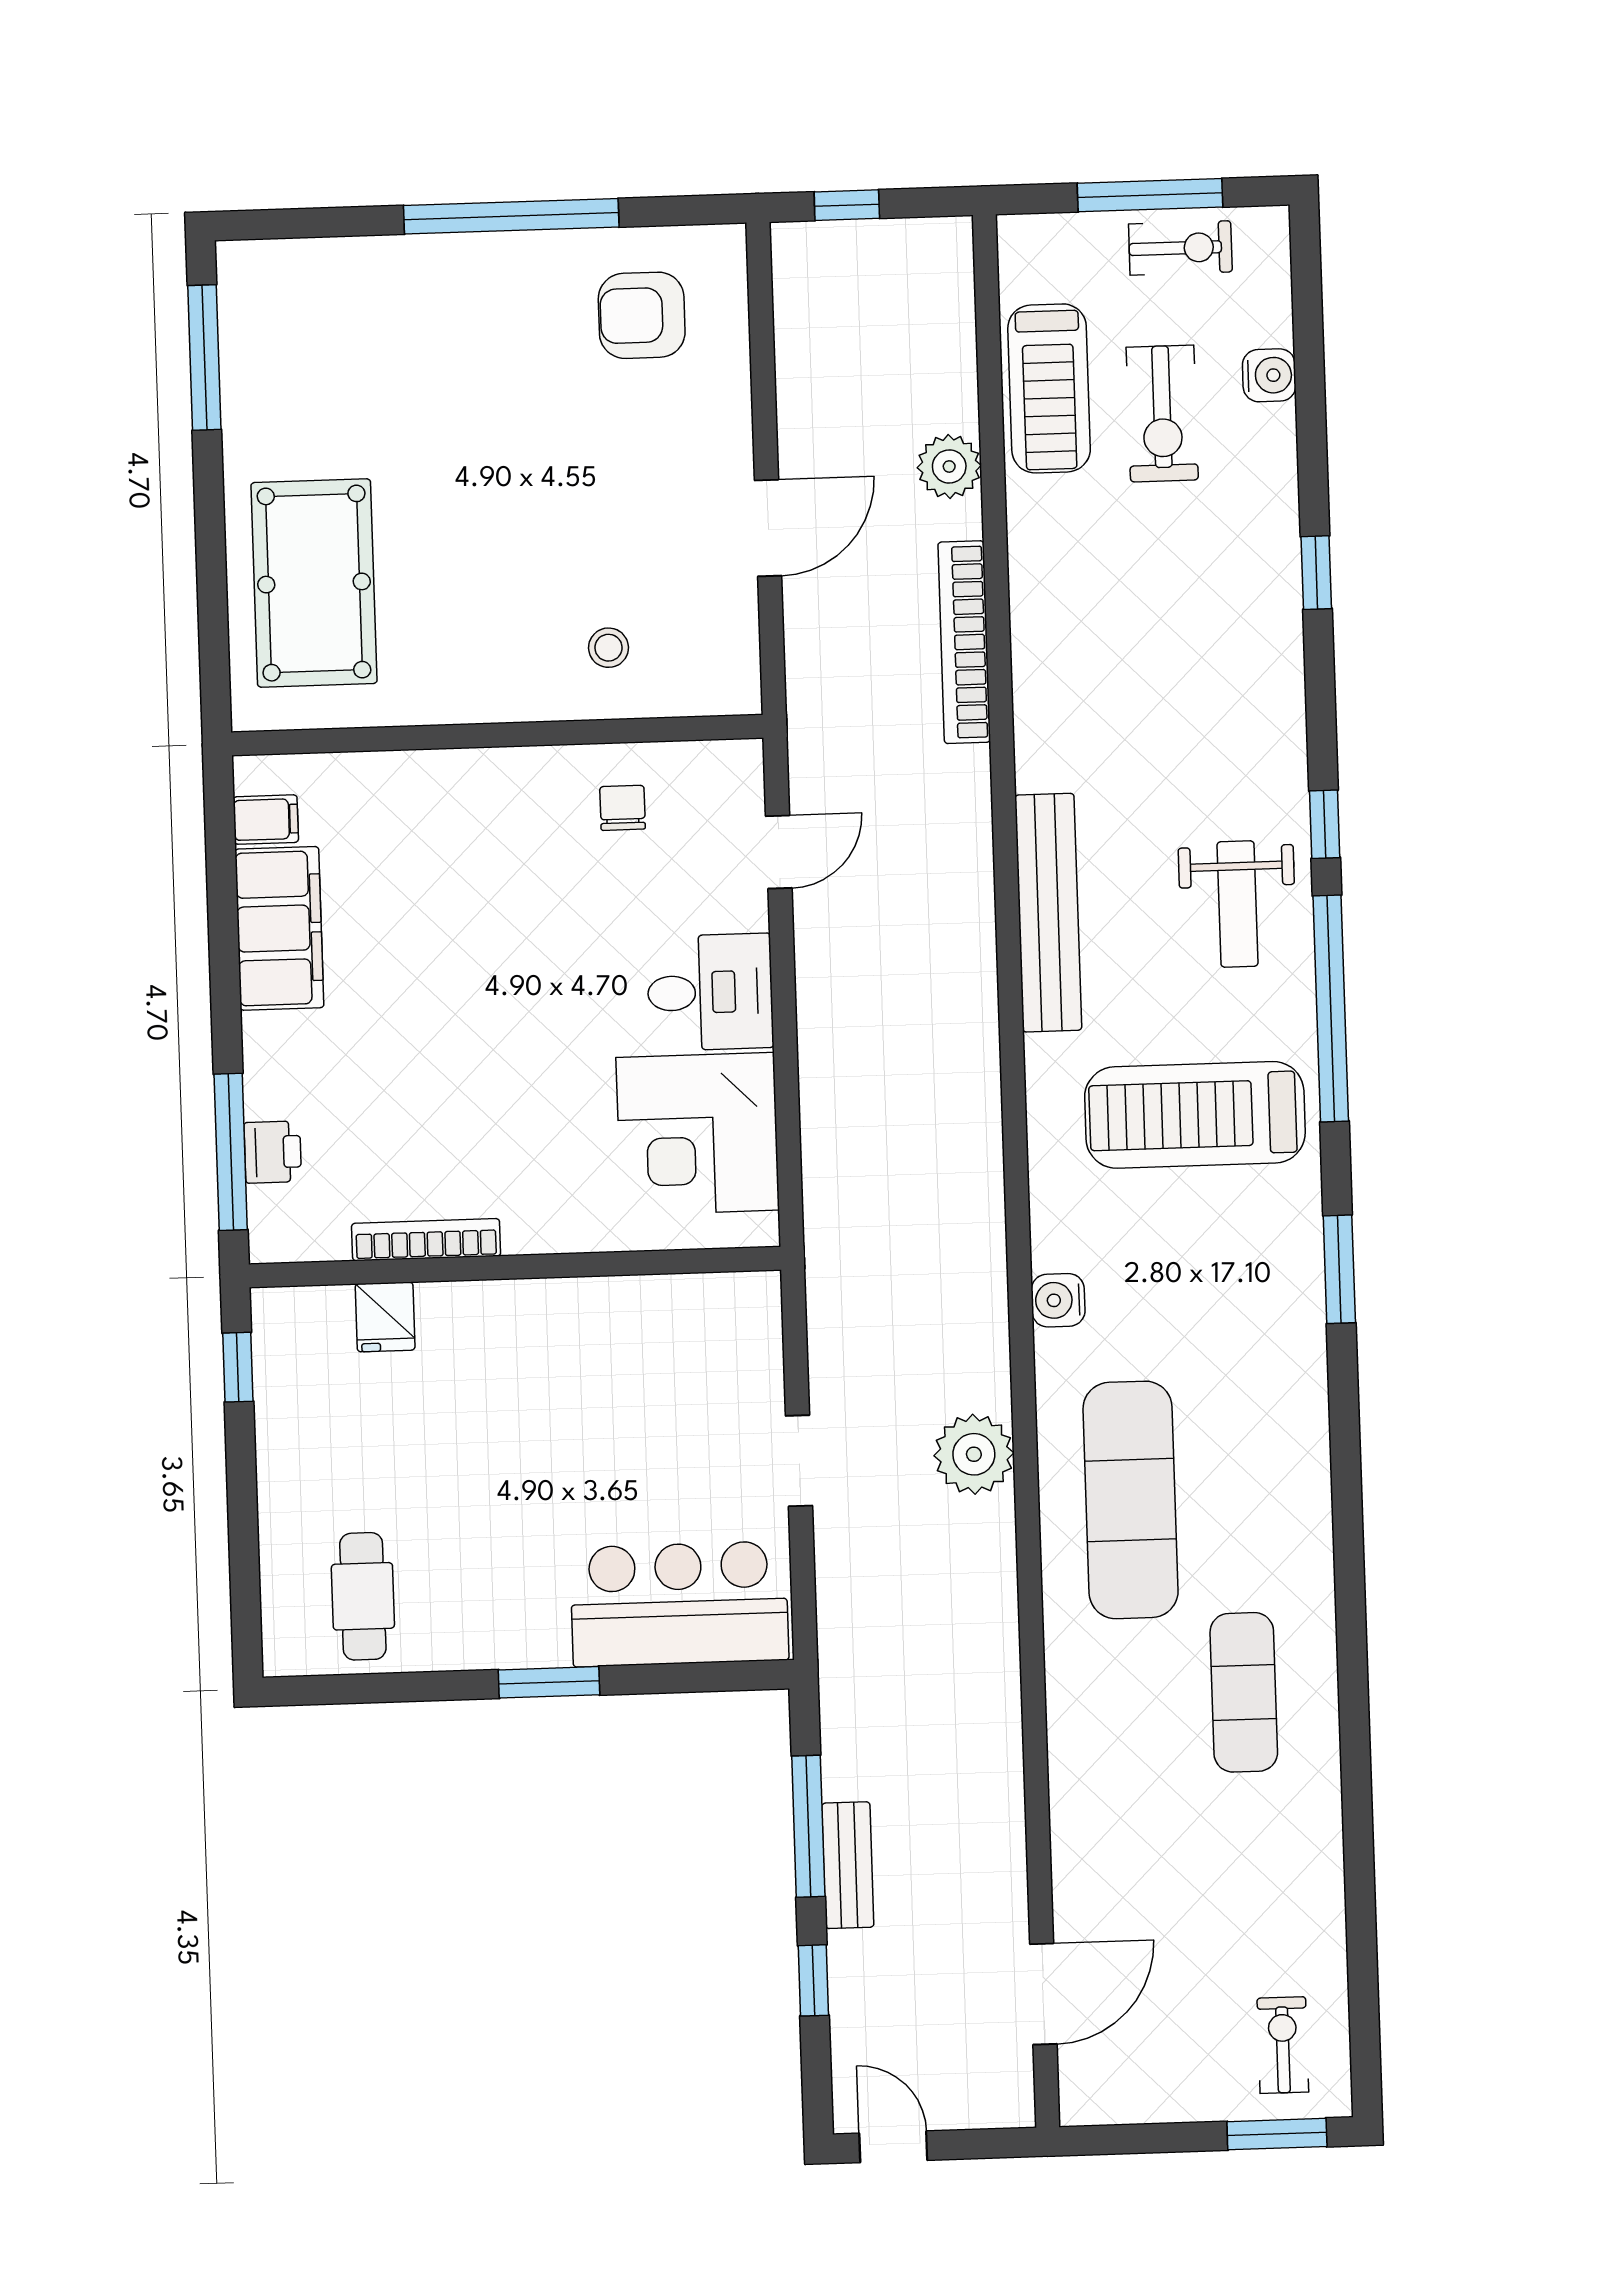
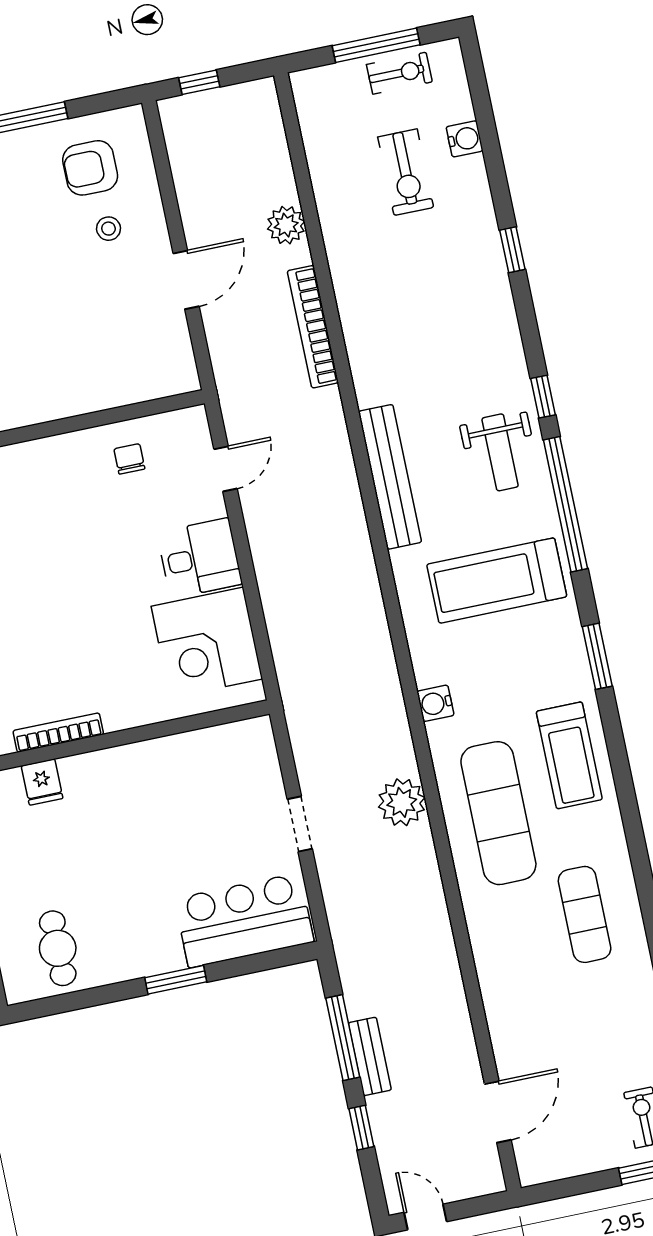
treadmill: (1049, 388) -> (569, 755), moved
stool: (608, 648) -> (108, 229), moved

